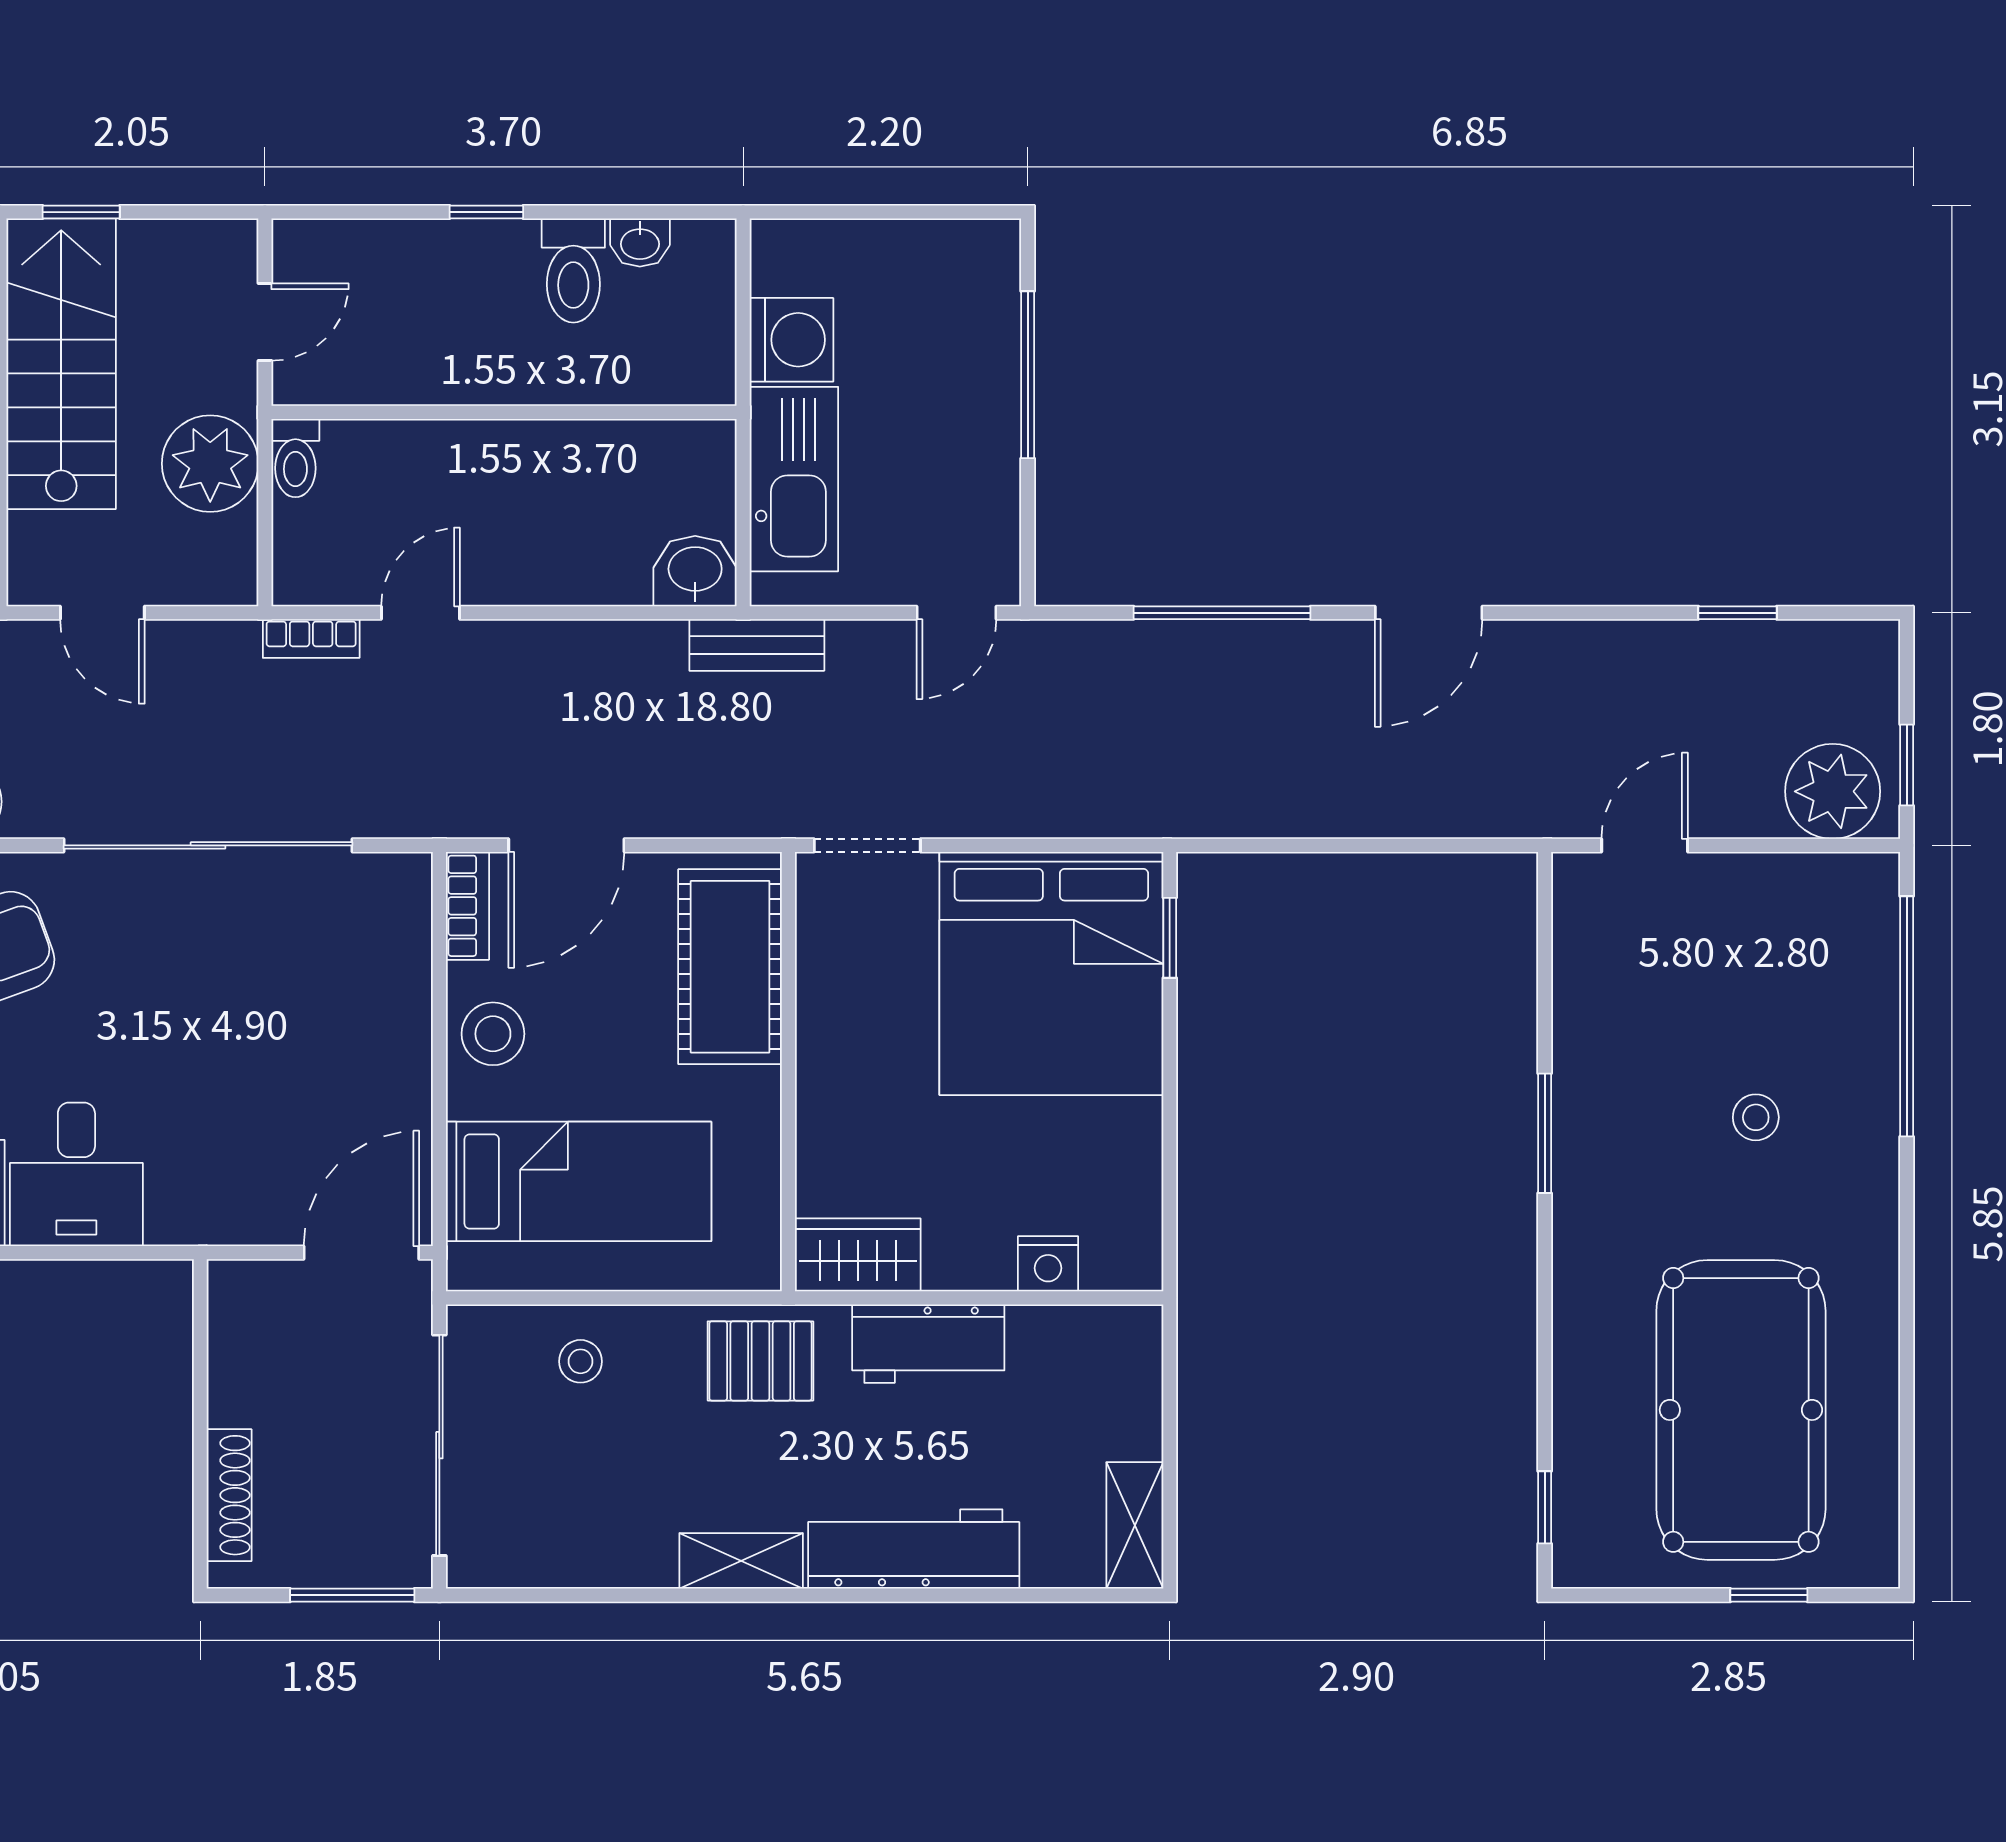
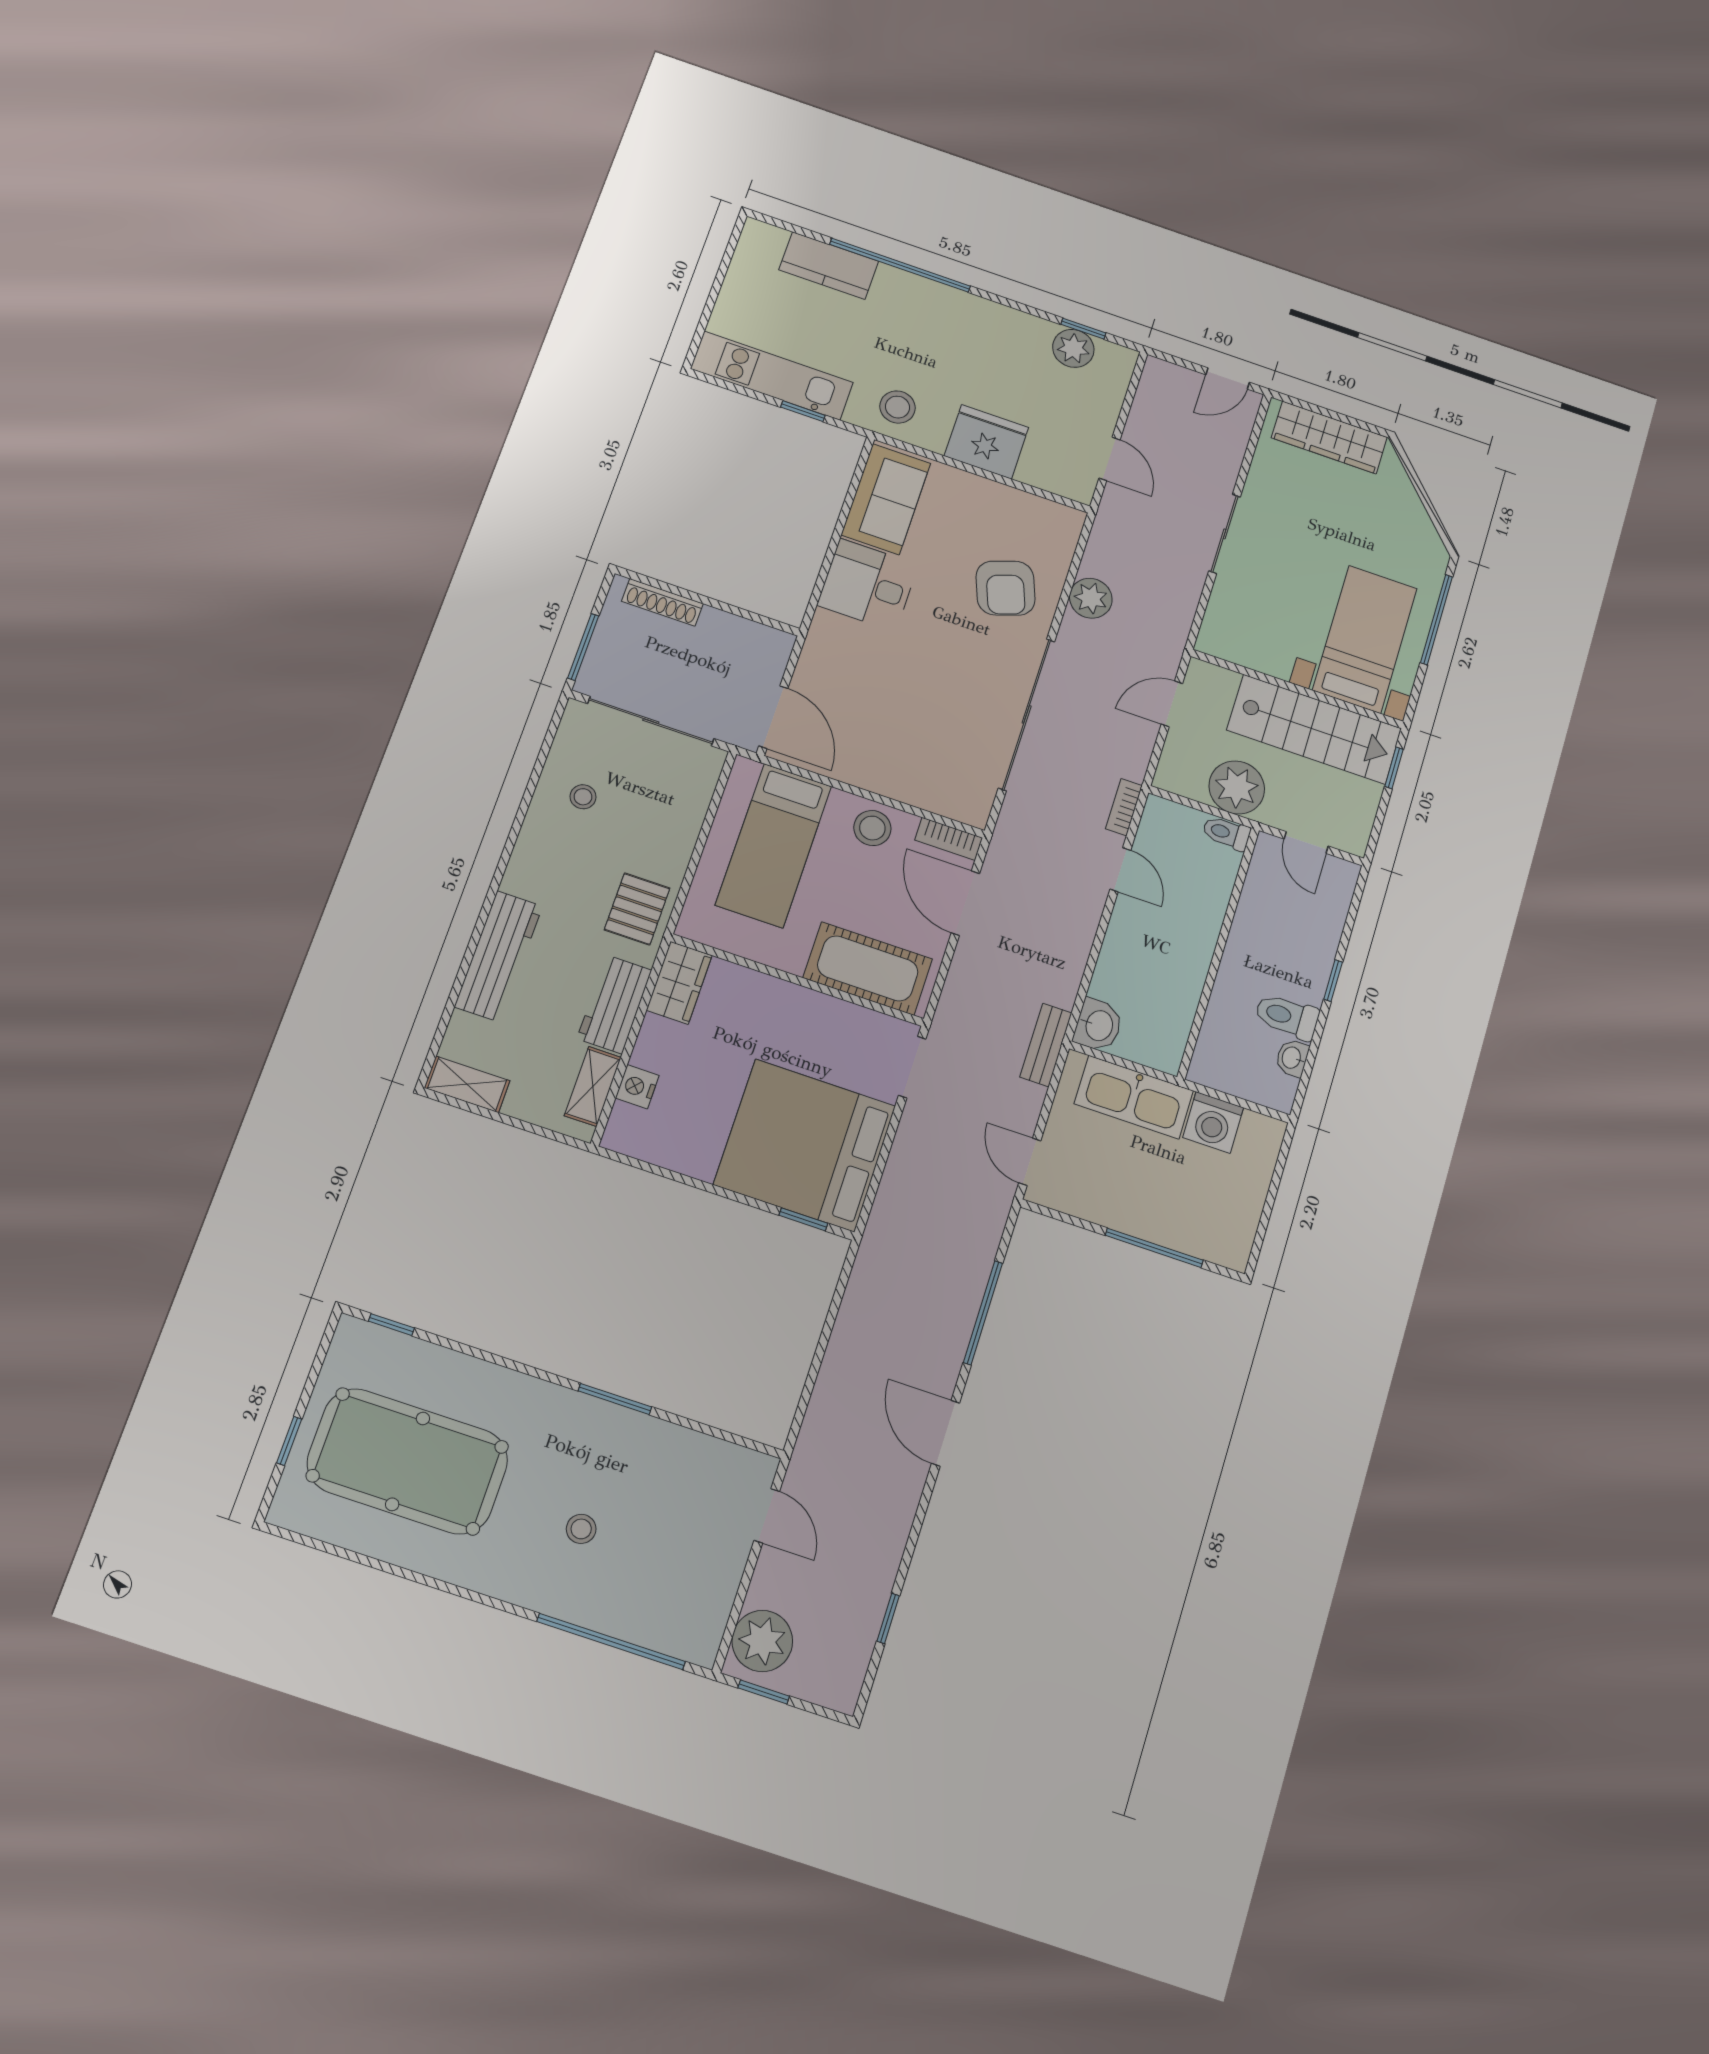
stool: (581, 1361) -> (583, 797), moved
shelving: (741, 1561) -> (593, 1086), moved

